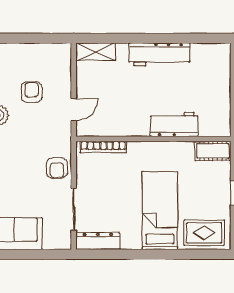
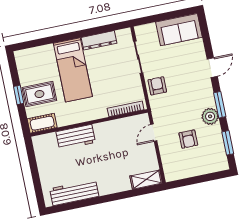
workbench: (159, 54) -> (74, 193), moved
rug: (204, 233) -> (39, 94), moved
dresser: (98, 241) -> (99, 40), moved

